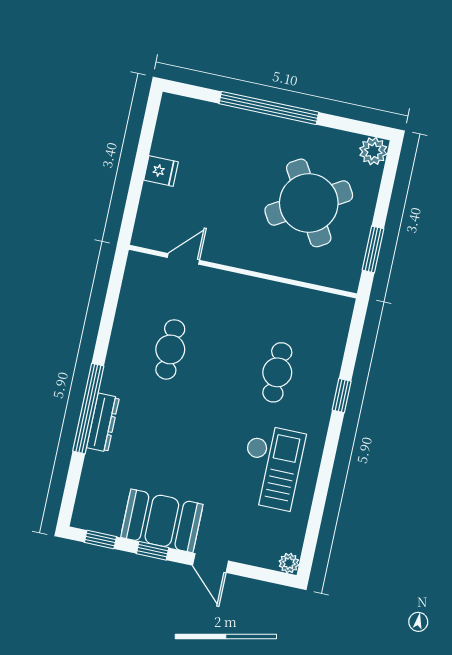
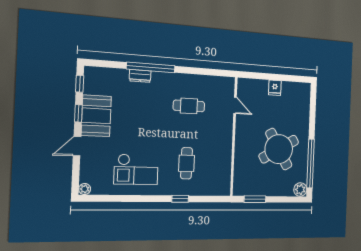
window: (269, 108) -> (311, 163), moved
round table: (309, 203) -> (279, 149), moved
cafe table: (277, 372) -> (187, 163), turned 90
dresser: (103, 423) -> (140, 76), width x0.70

